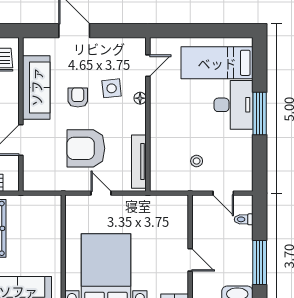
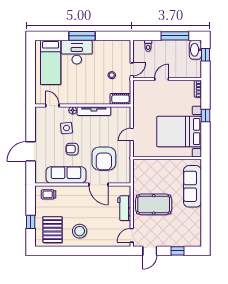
armchair: (86, 148) -> (104, 159), moved
tv unit: (139, 162) -> (94, 111), moved
cot: (158, 175) -> (120, 99), added
door: (223, 193) -> (132, 69), moved
door: (190, 260) -> (162, 79), moved

